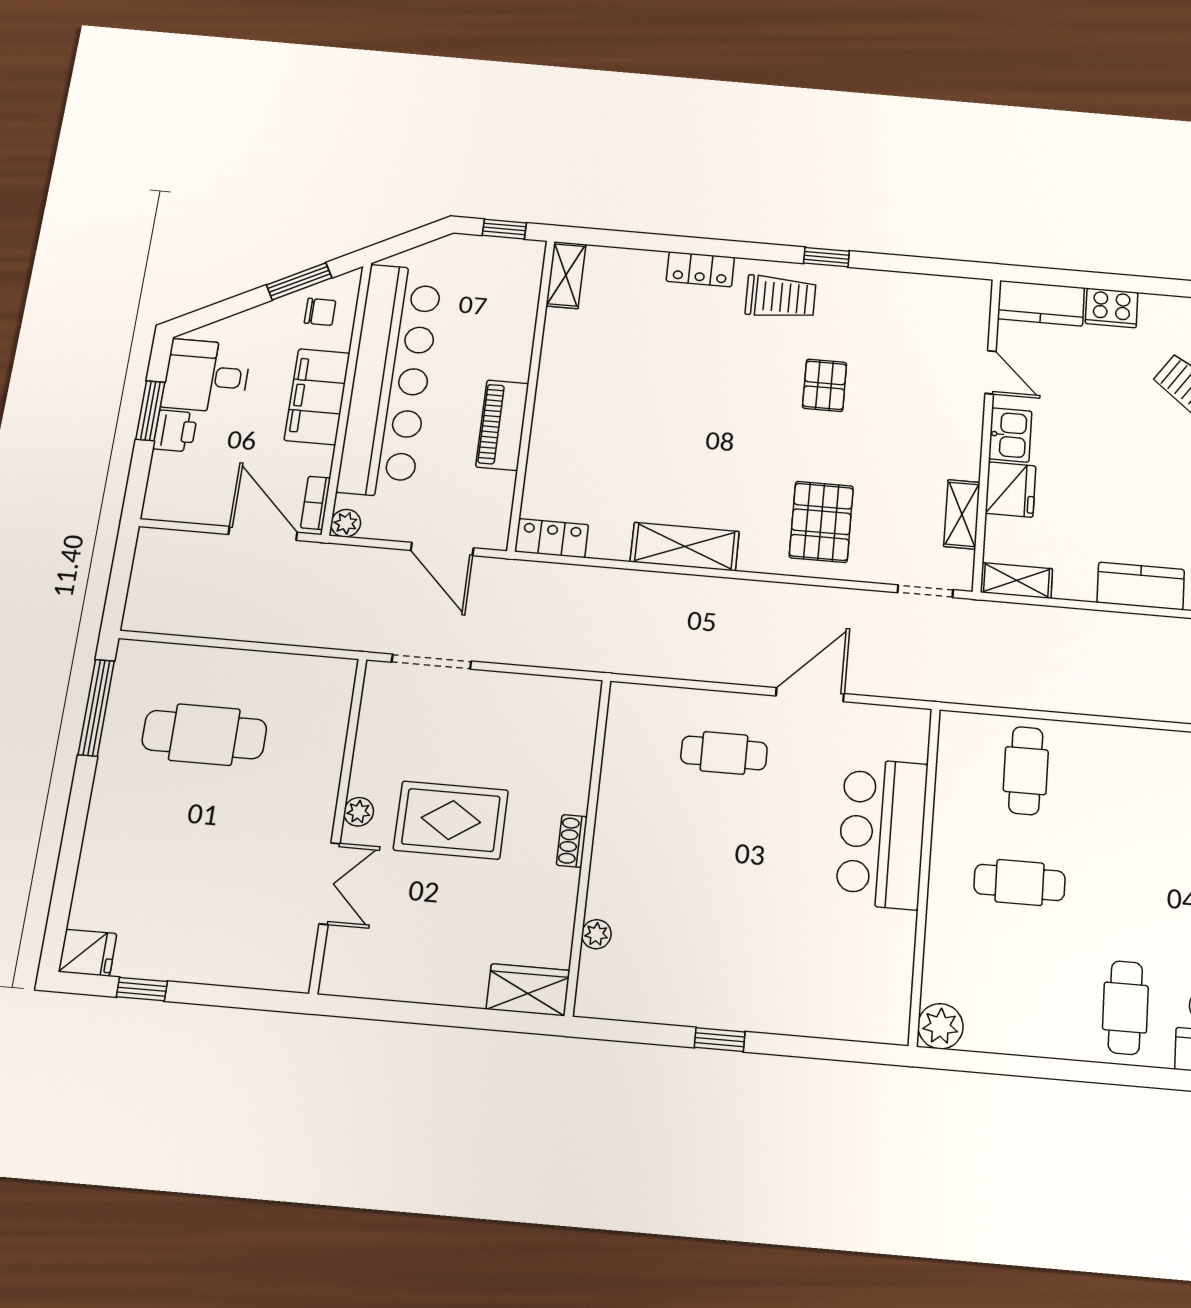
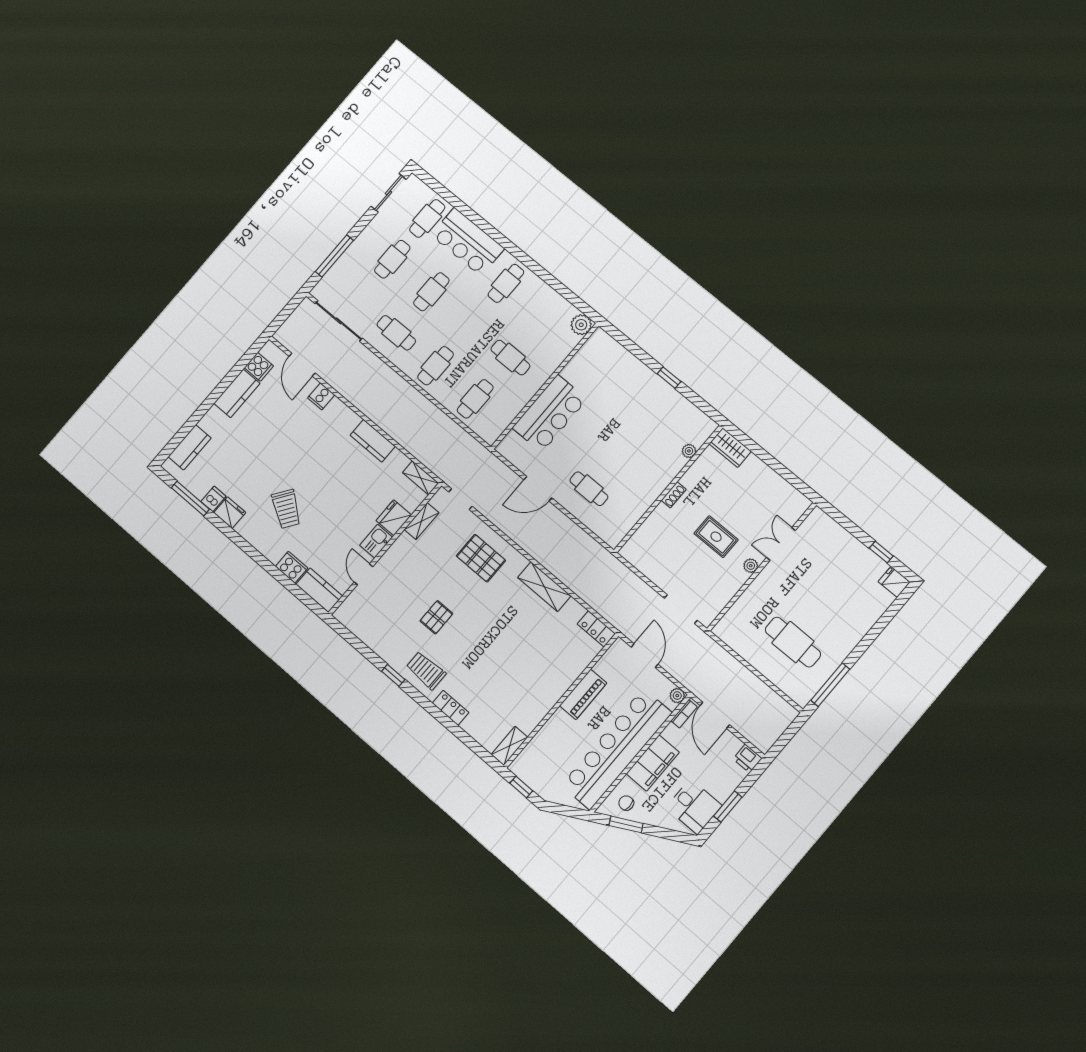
printer: (175, 431) -> (748, 759), moved, turned -90
pallet: (821, 522) -> (481, 558), turned 90
cafe table: (1135, 780) -> (436, 366), added
rug: (451, 820) -> (716, 537), width x0.73, depth x0.70

